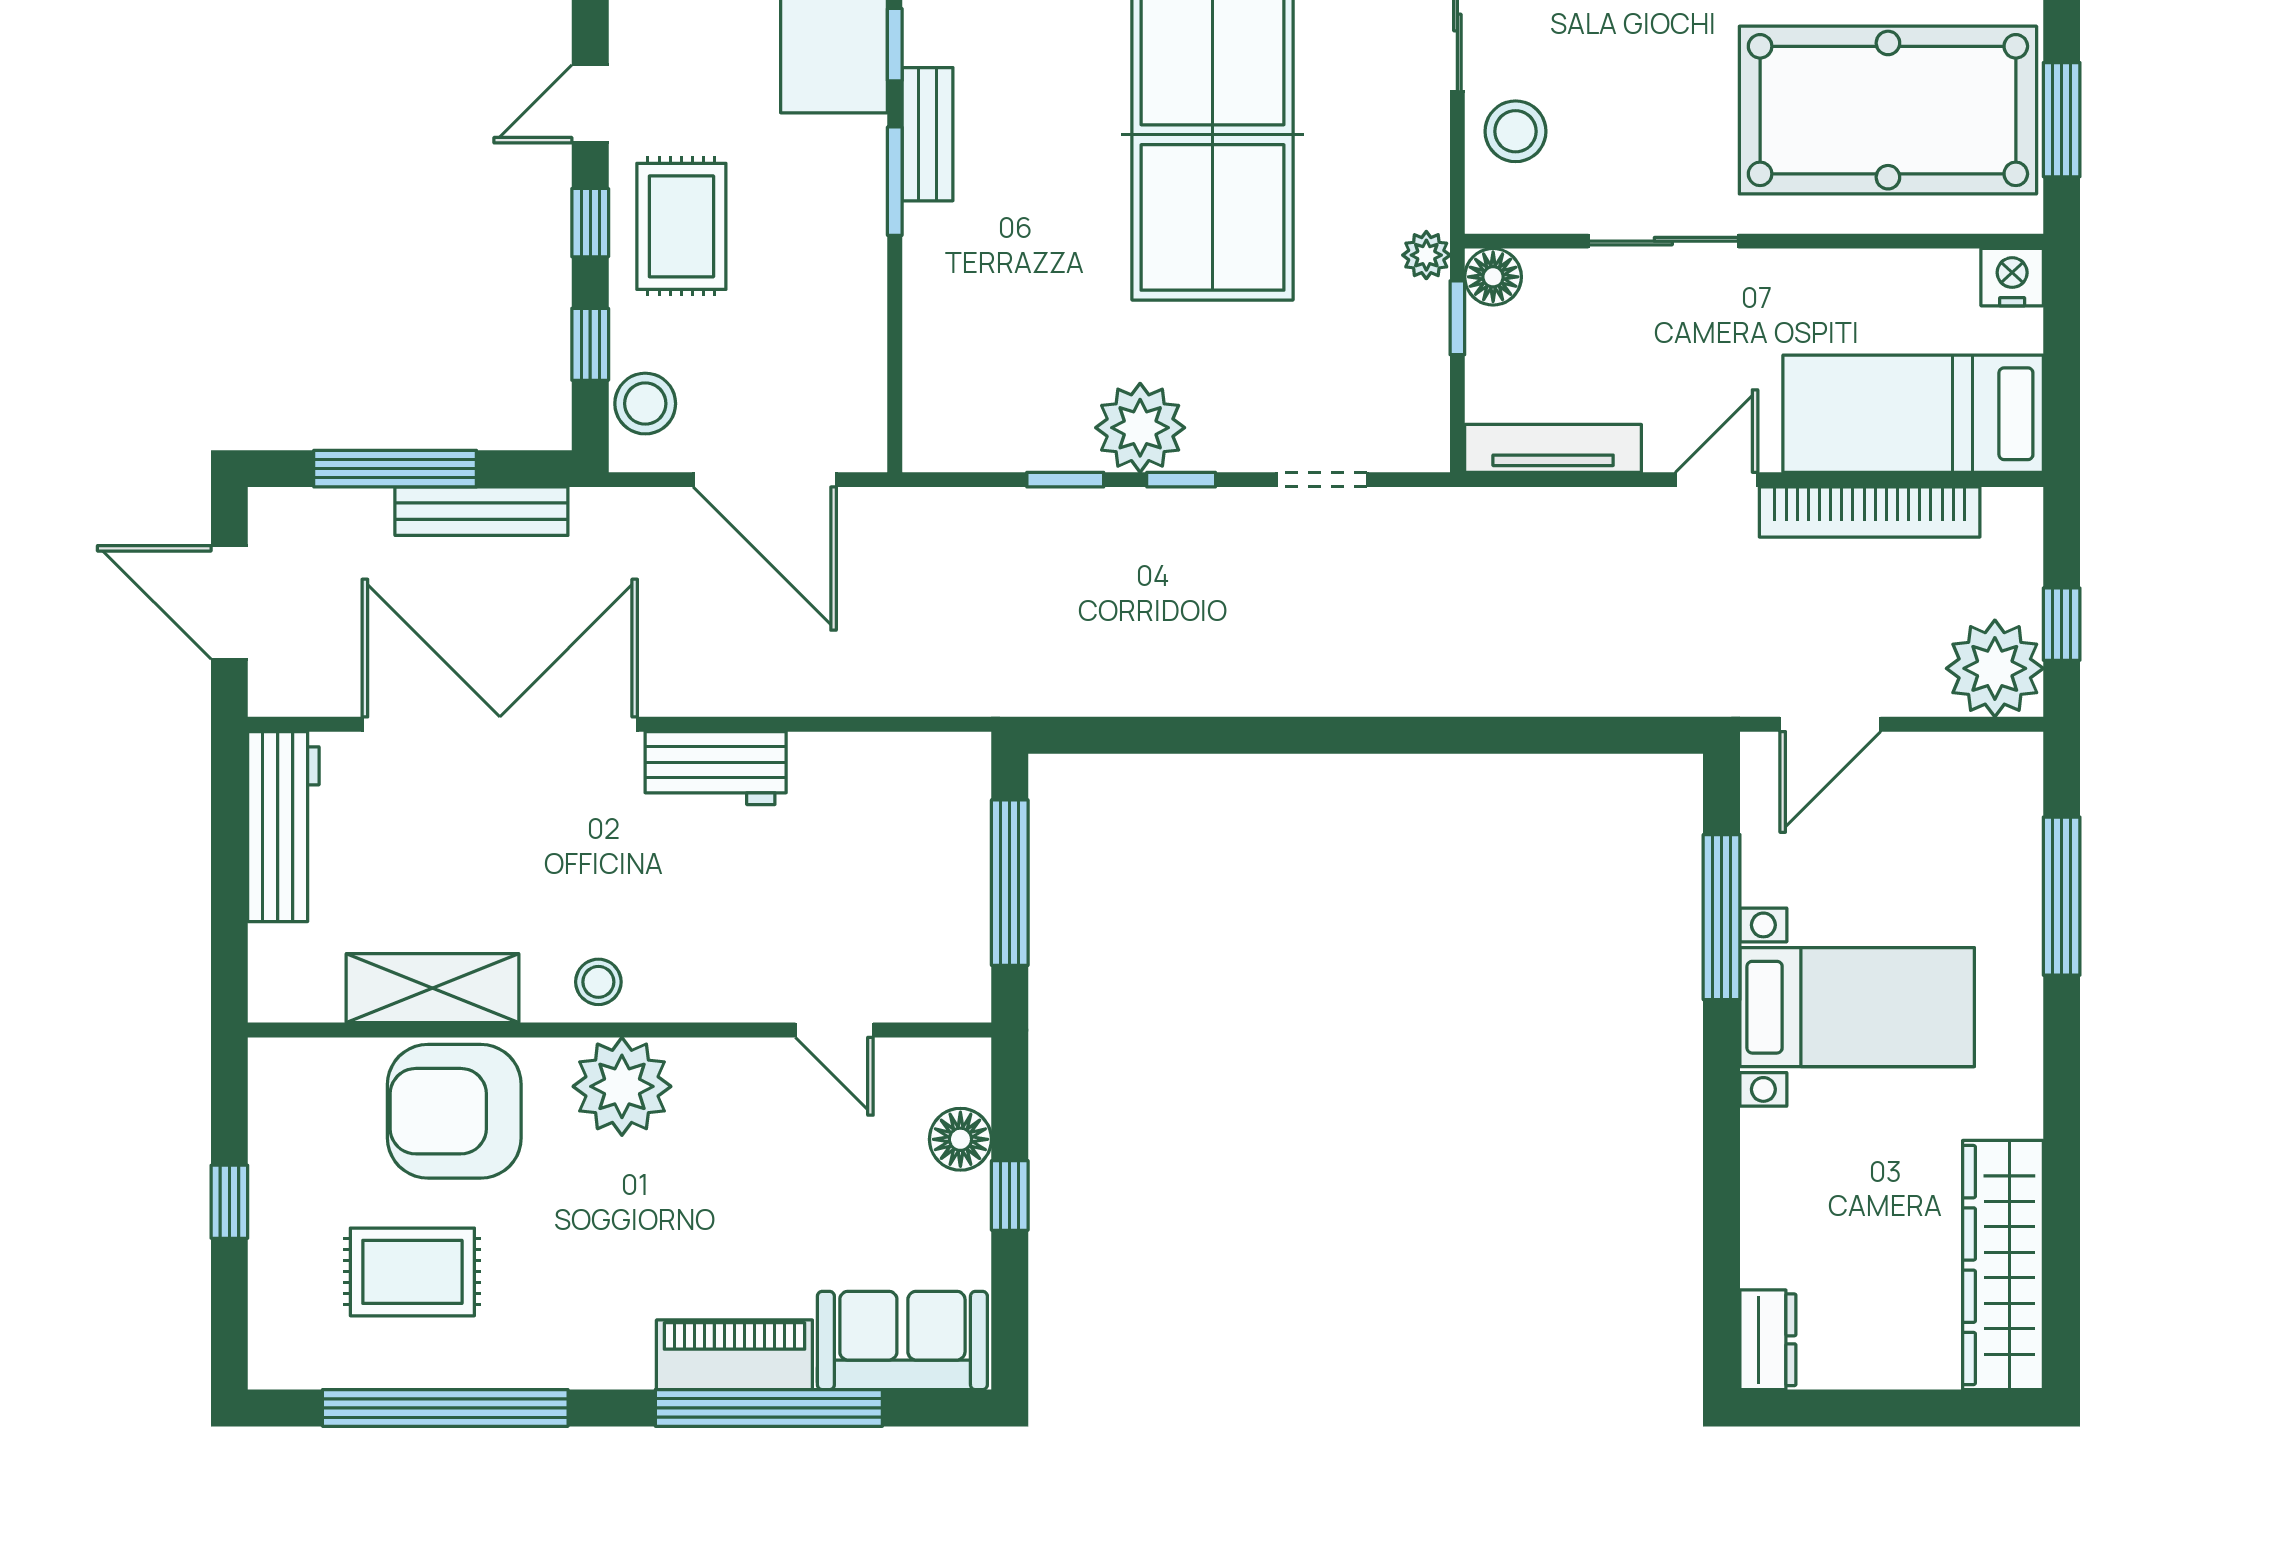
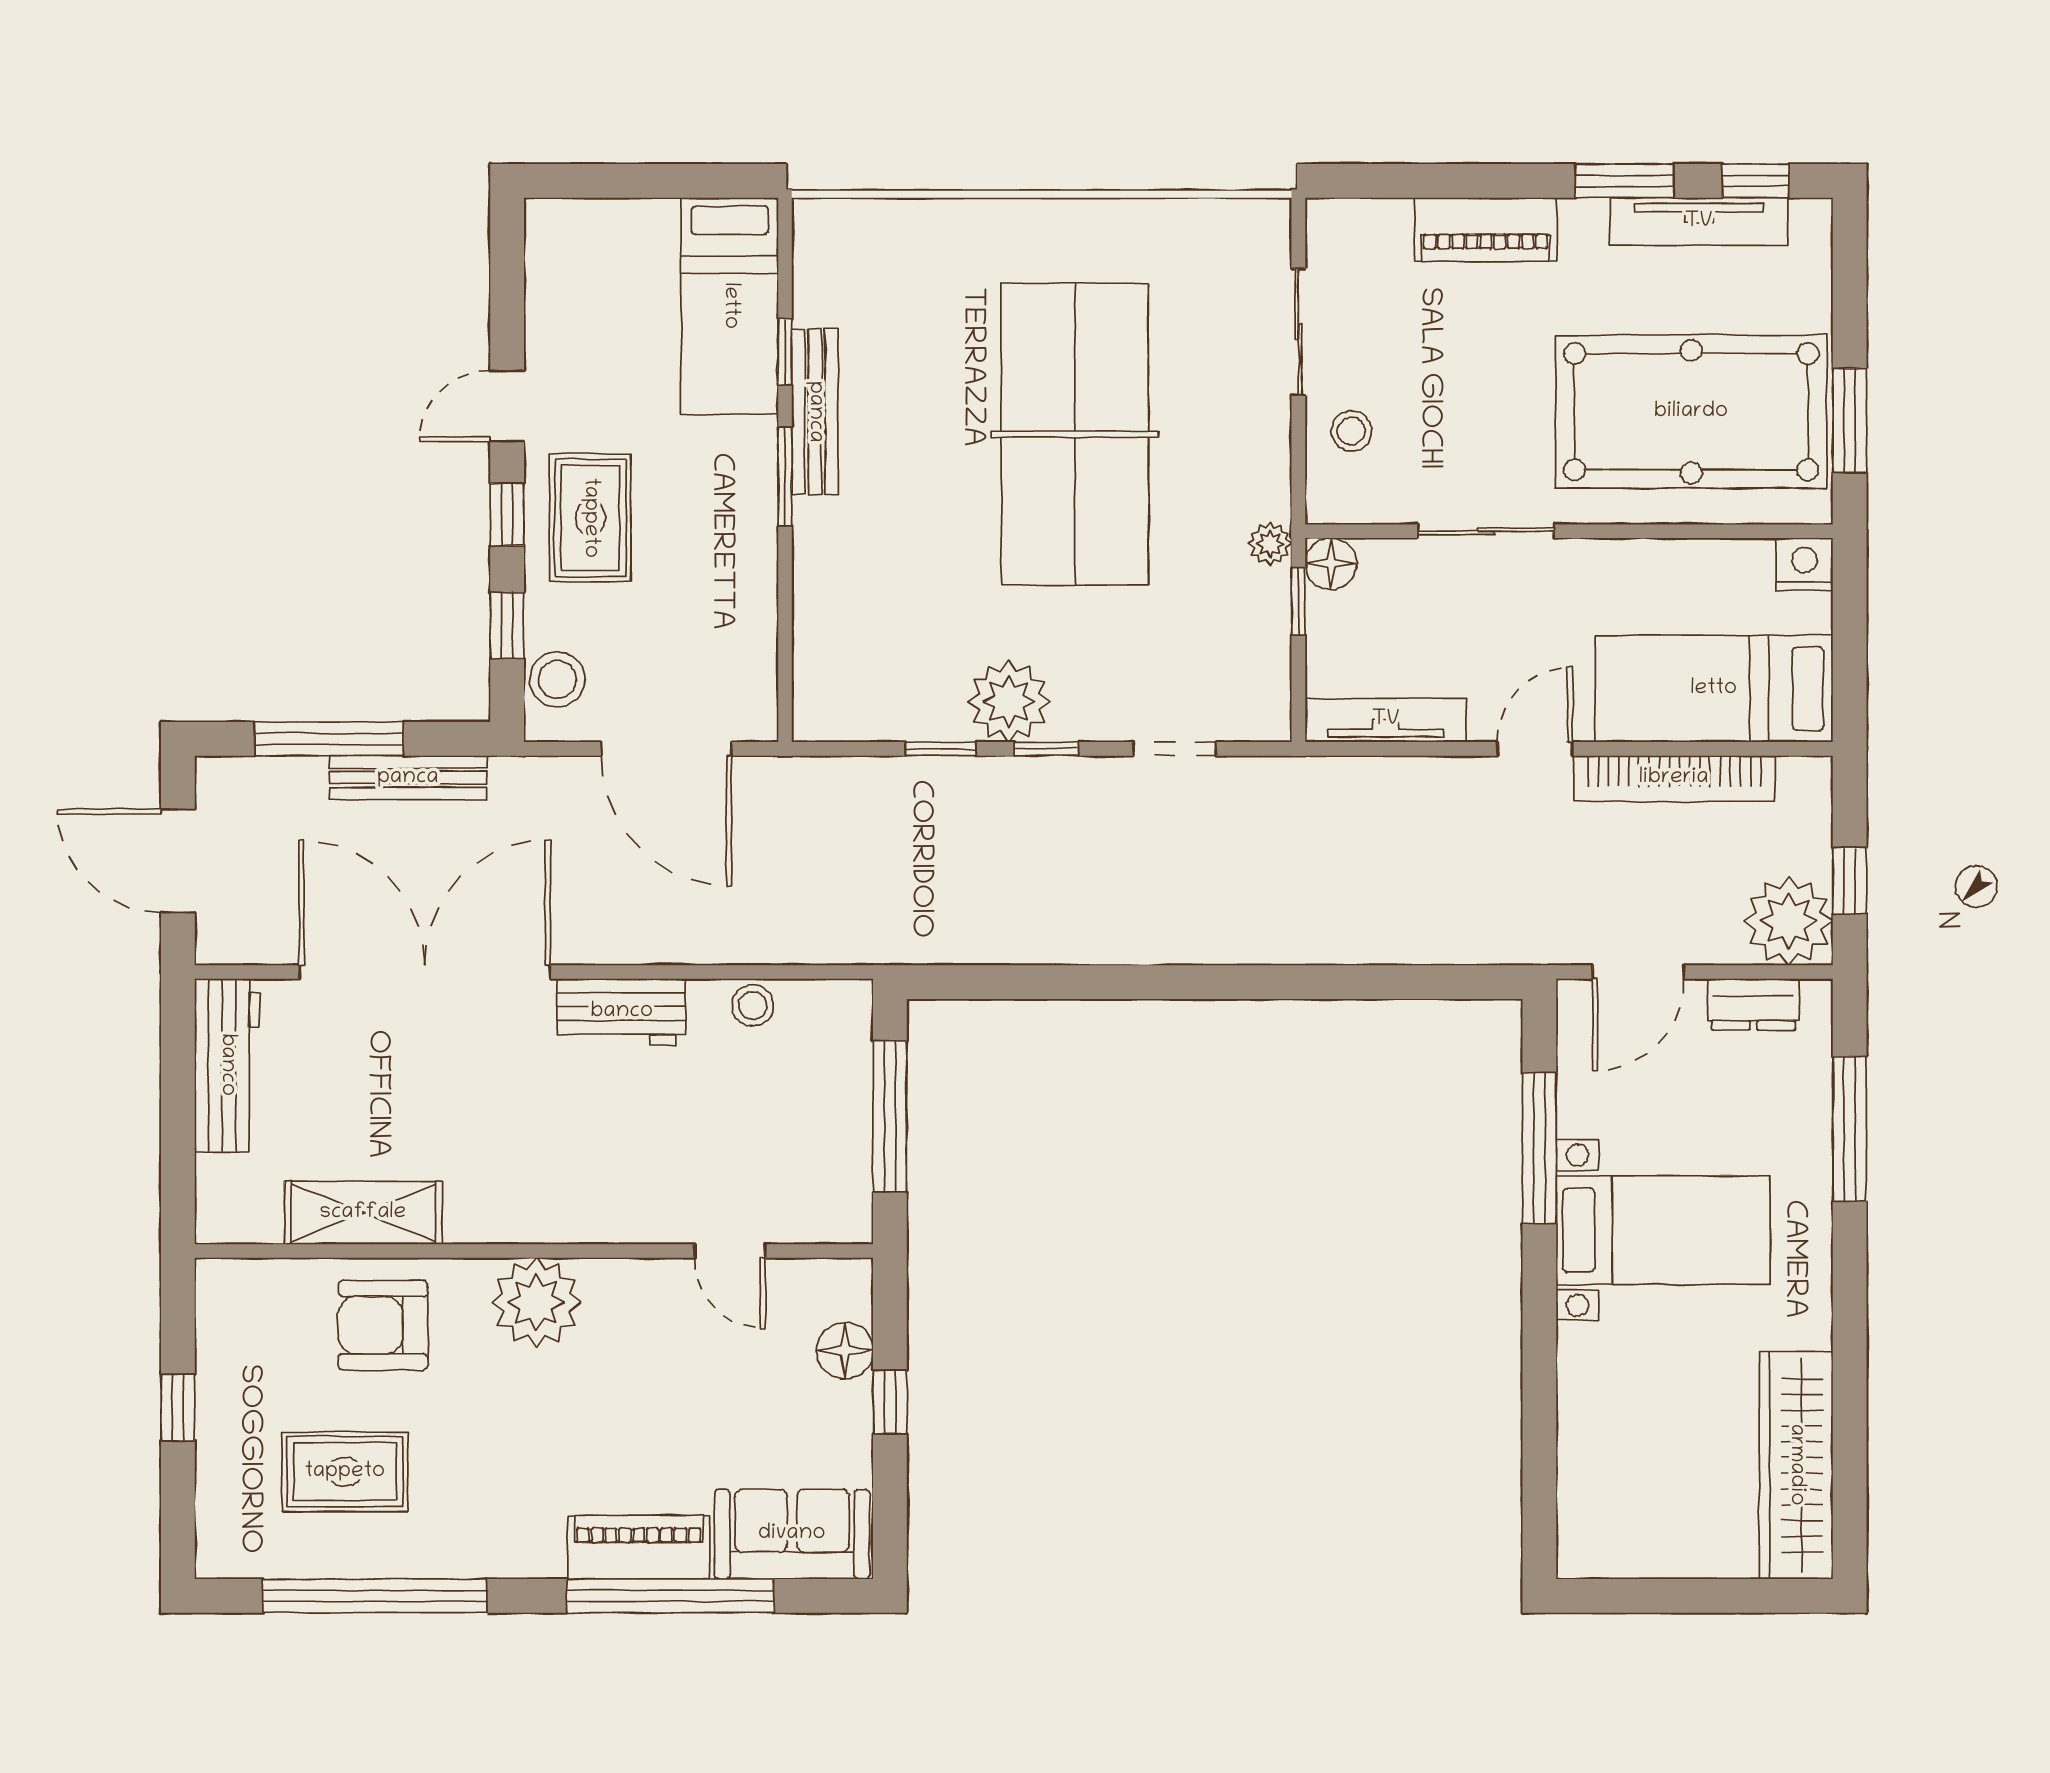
stool: (1516, 131) -> (1351, 431), width x0.73, depth x0.73
bench: (928, 134) -> (815, 412), width x1.36
stool: (598, 982) -> (753, 1005), moved
armchair: (454, 1111) -> (383, 1325), width x0.73, depth x0.73
dresser: (1768, 1340) -> (1753, 1004), moved, turned 90

